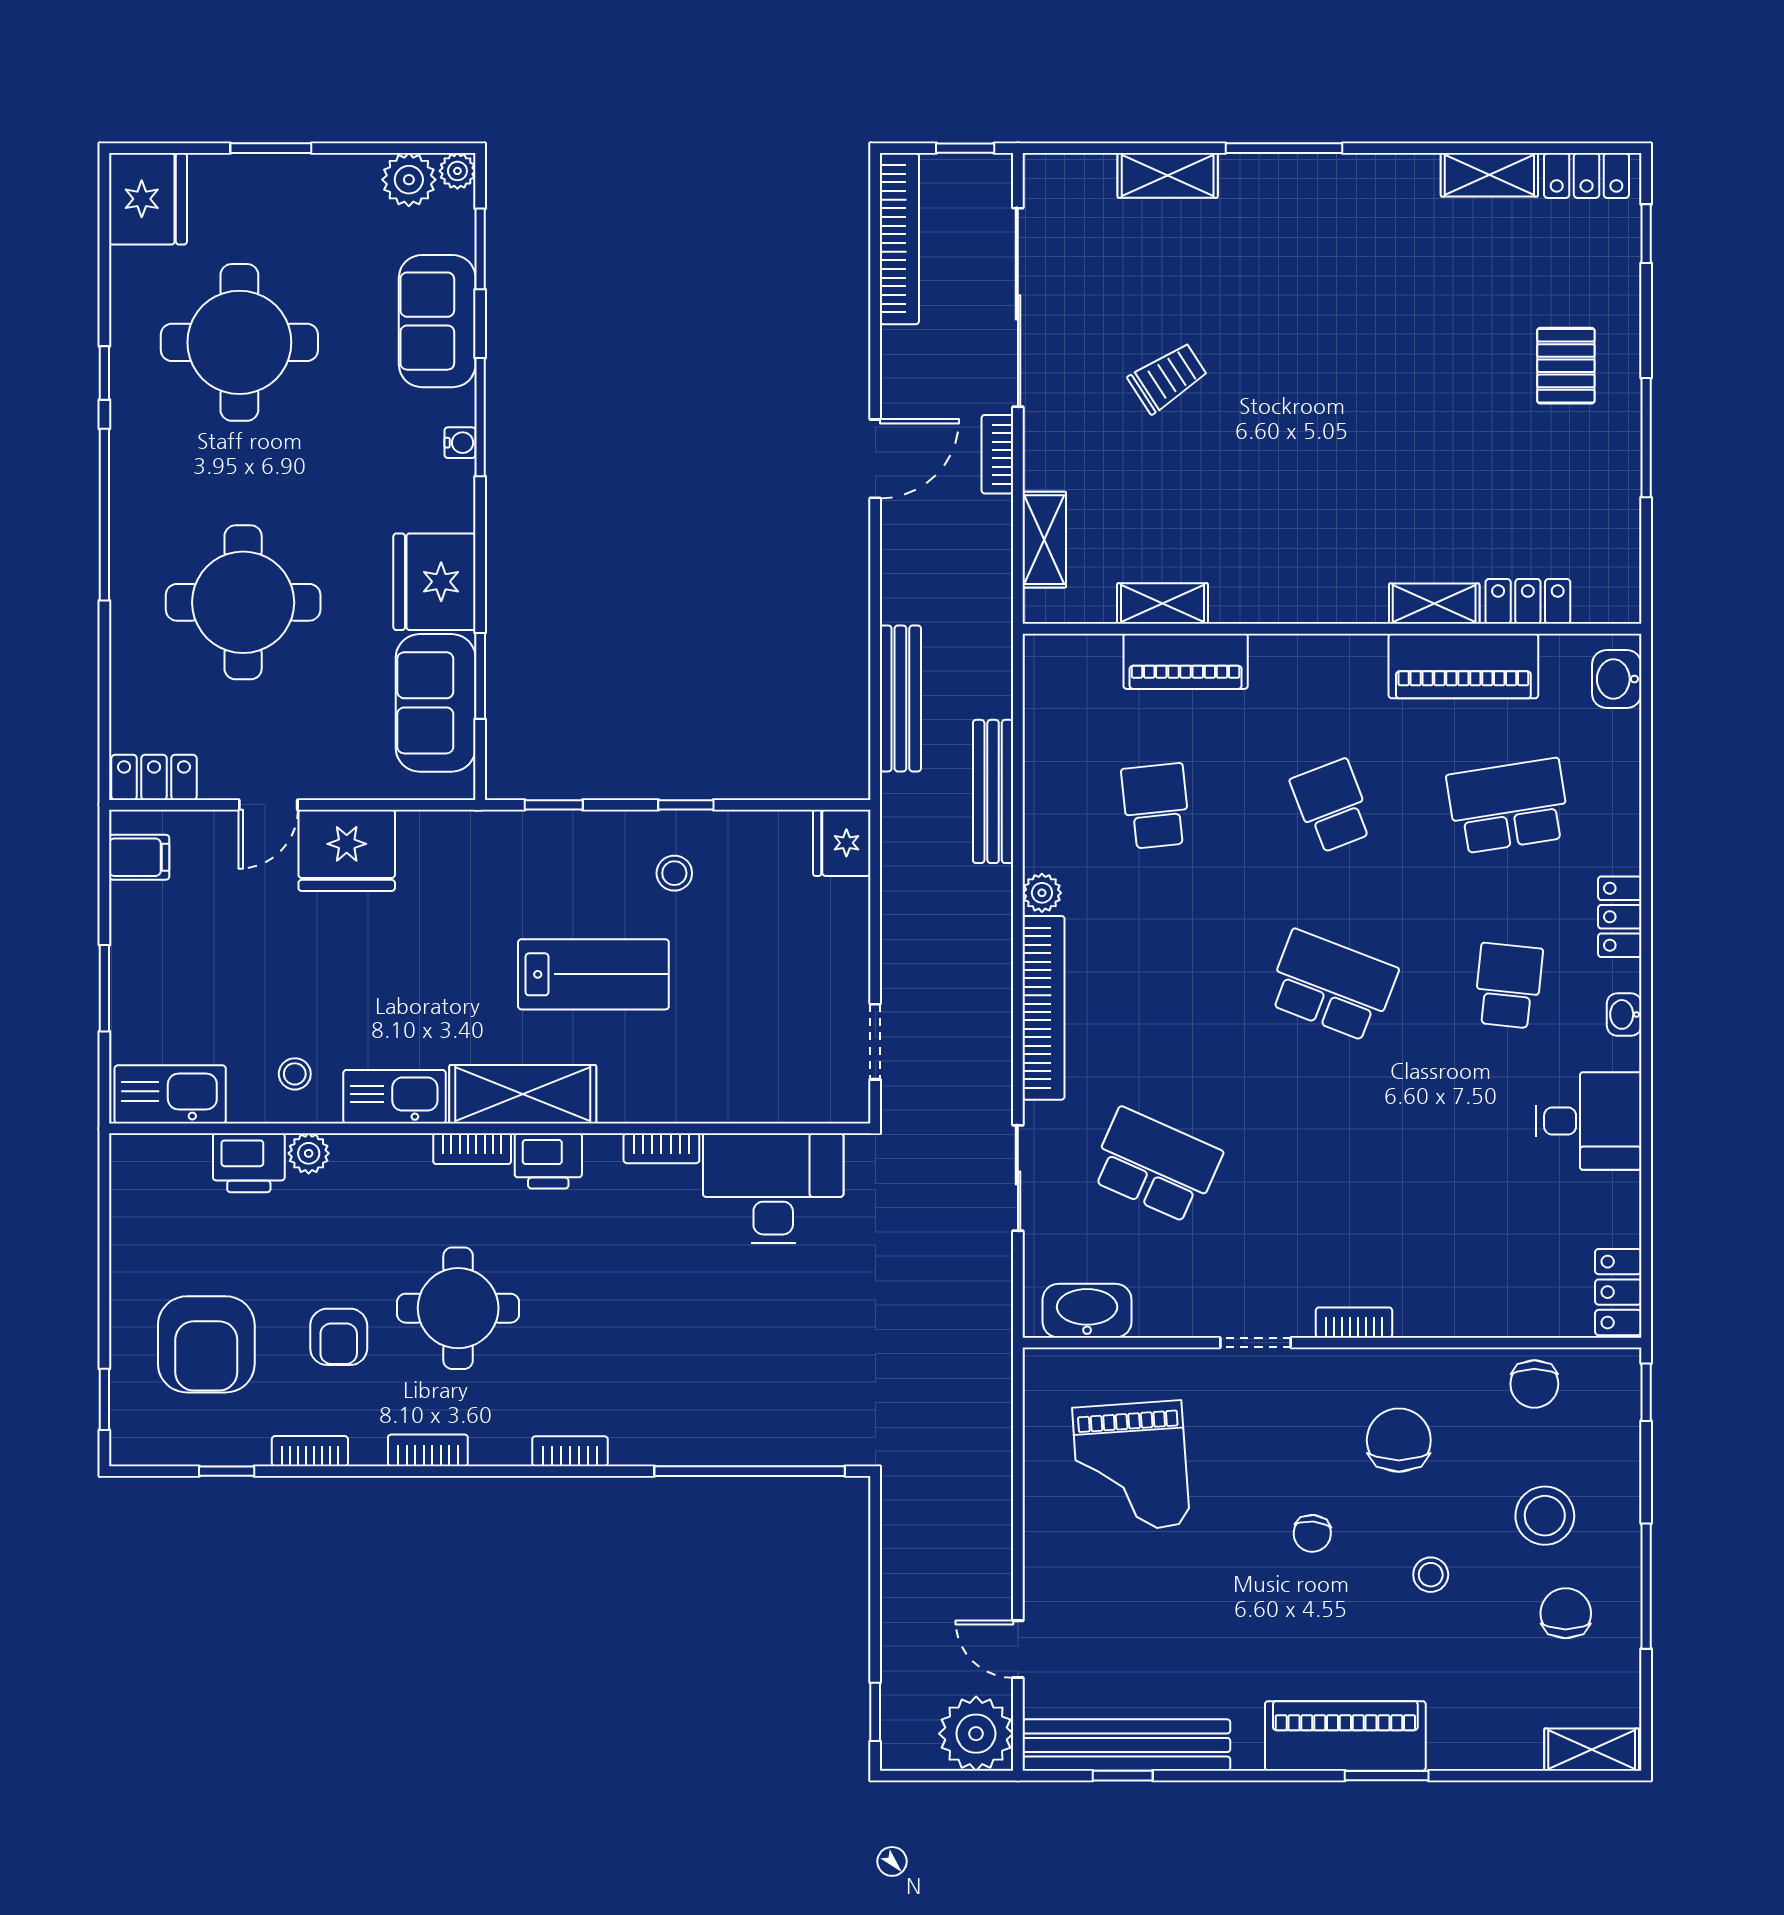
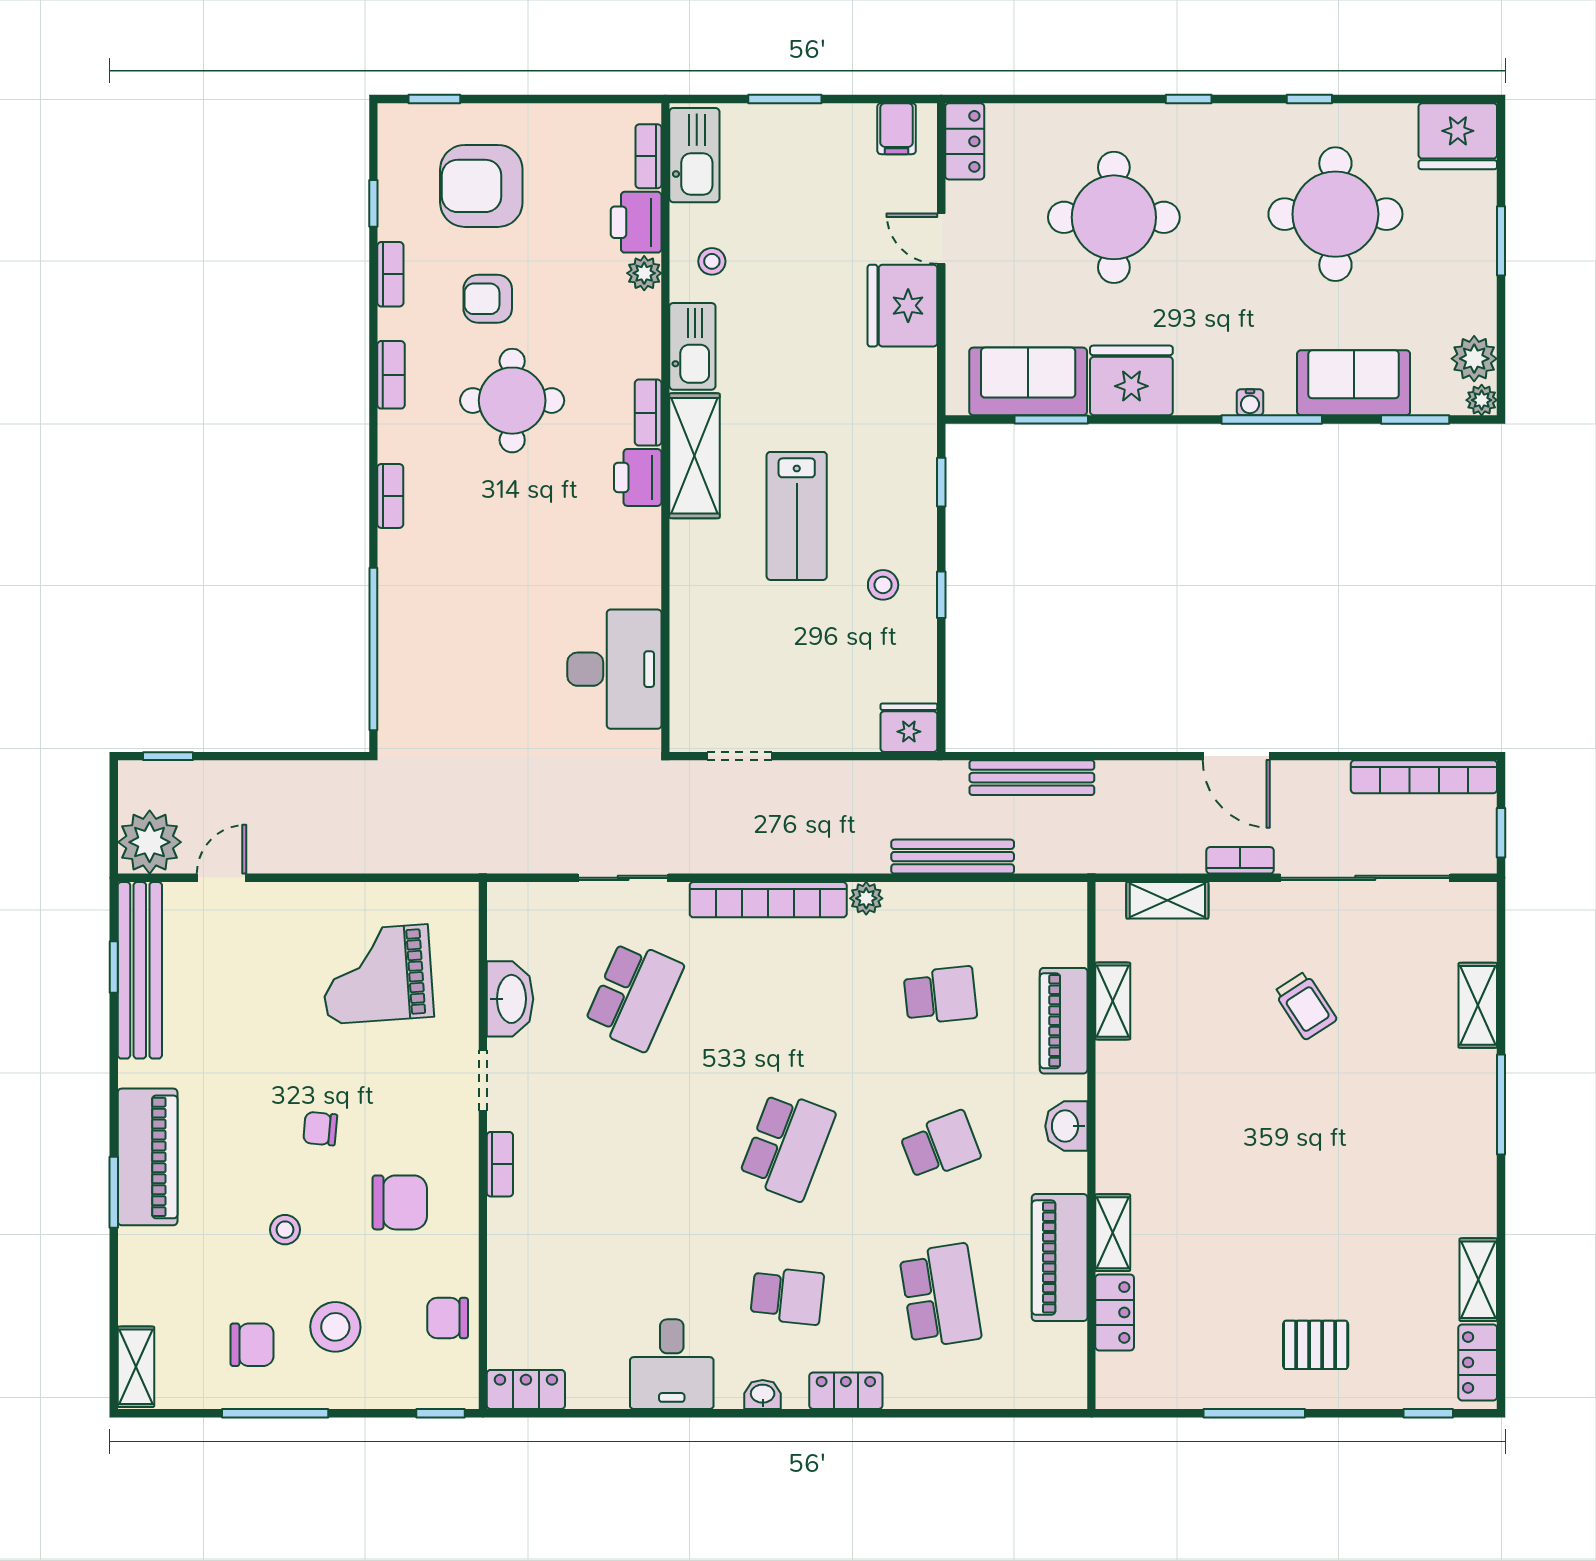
window: (104, 515) -> (1189, 99), width x0.32
washbasin: (1617, 679) -> (1066, 1126), moved, turned -90
bookcase: (661, 1148) -> (649, 156), moved
washbasin: (1087, 1311) -> (510, 999), moved

